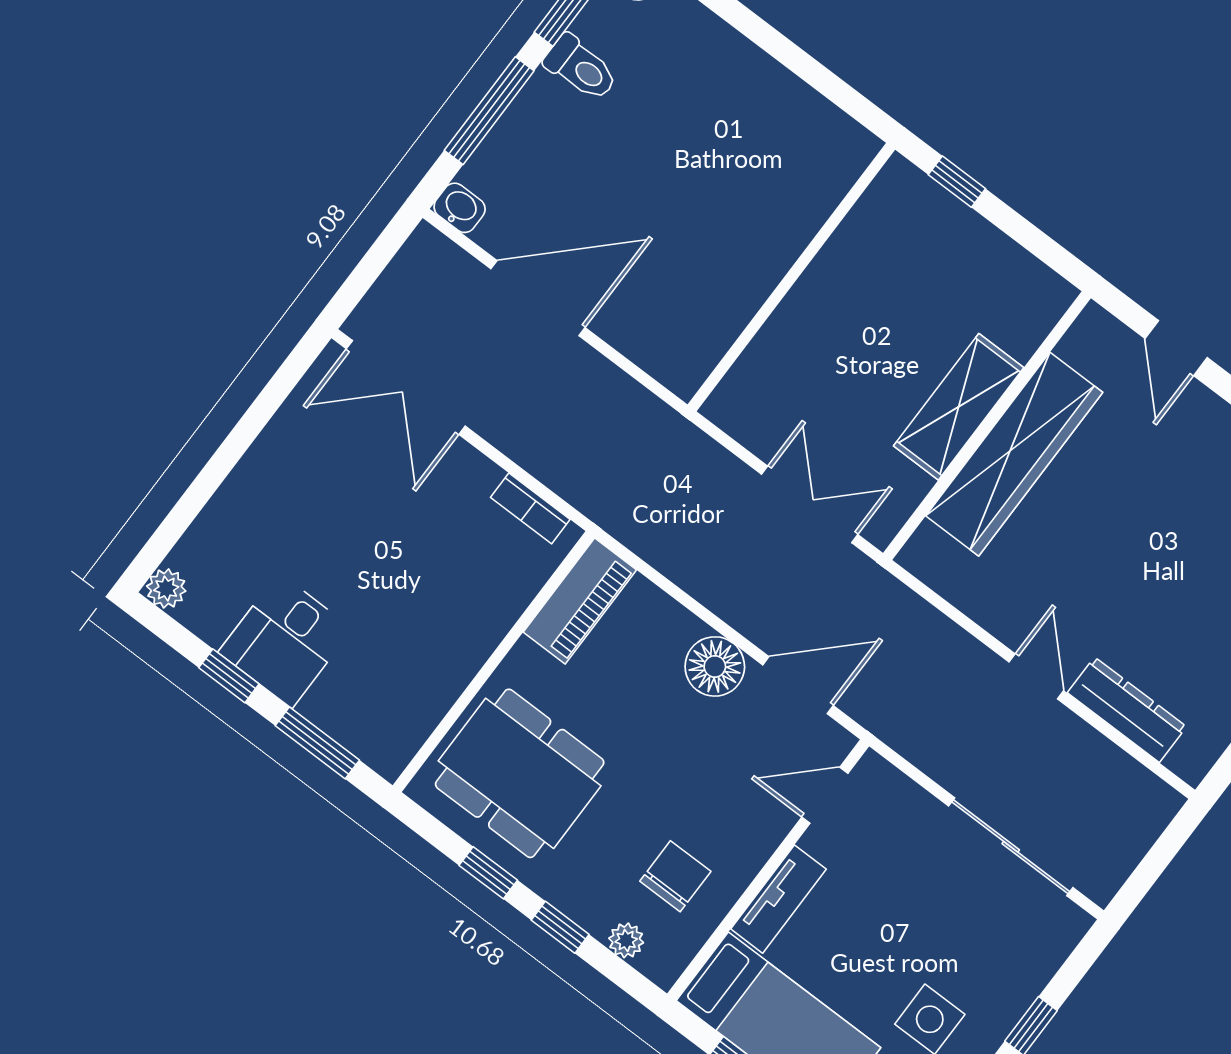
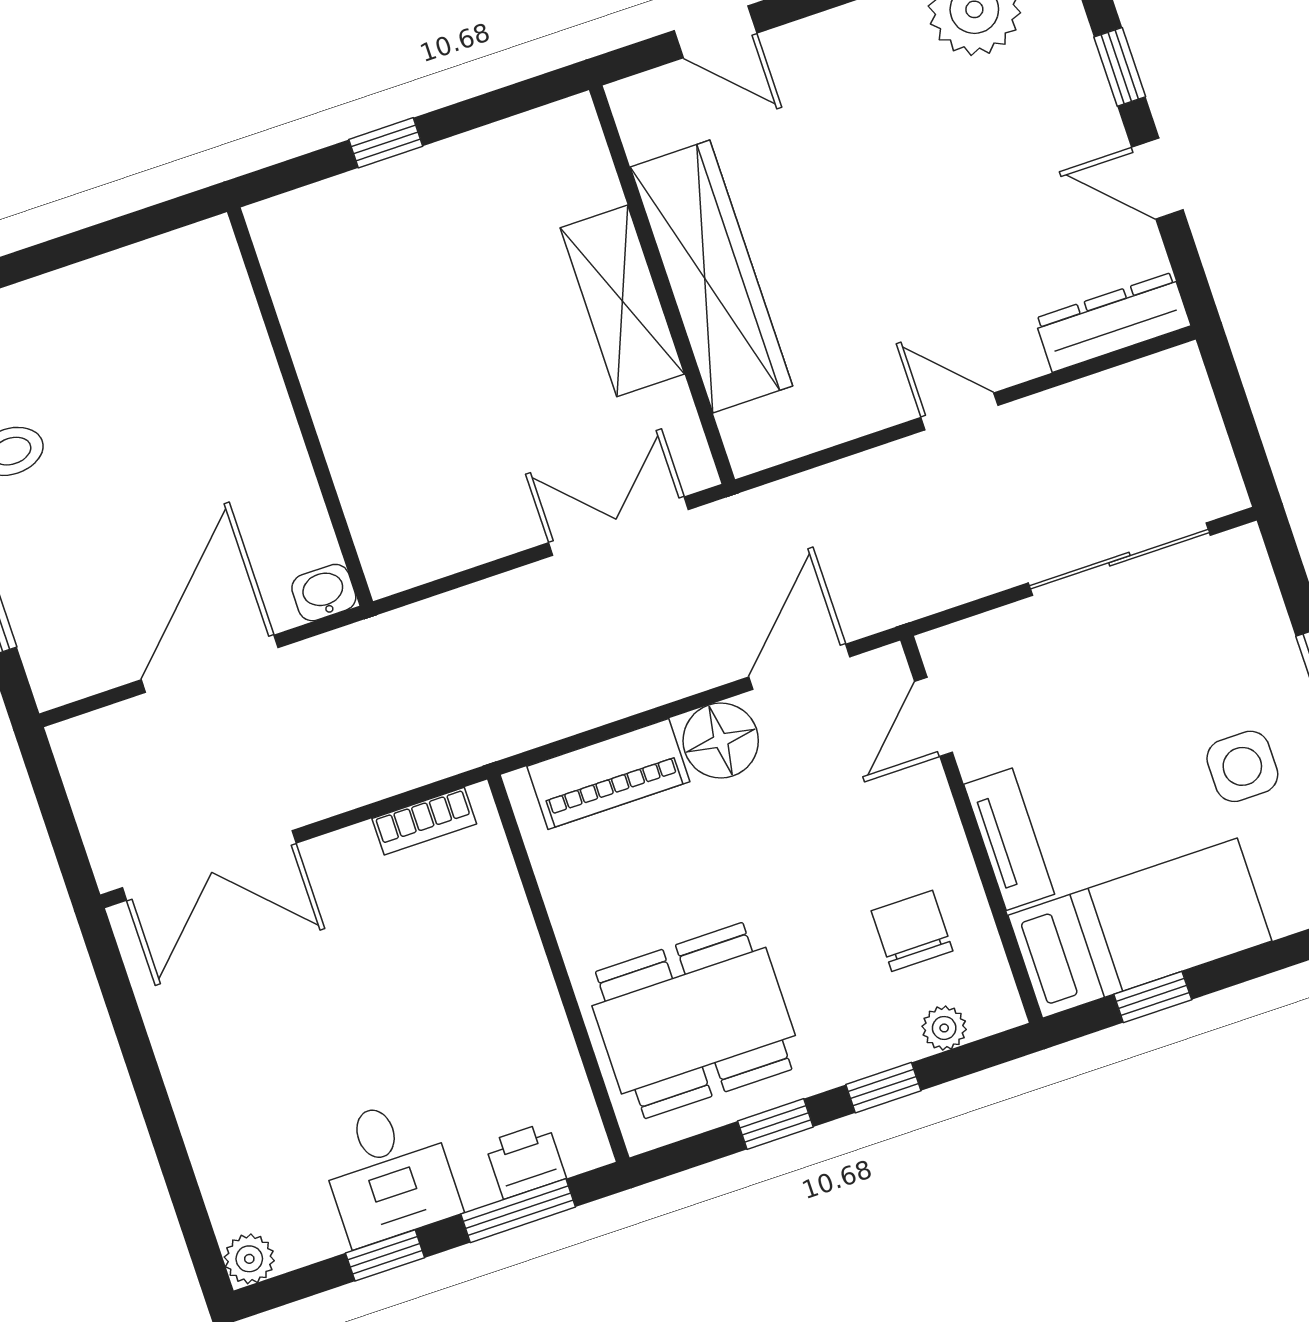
washbasin: (460, 208) -> (324, 593), moved
wall: (791, 277) -> (300, 407), moved
piano: (580, 601) -> (608, 774), moved, turned 90
dresser: (1127, 710) -> (1113, 322), moved
printer: (353, 725) -> (525, 1160), added

